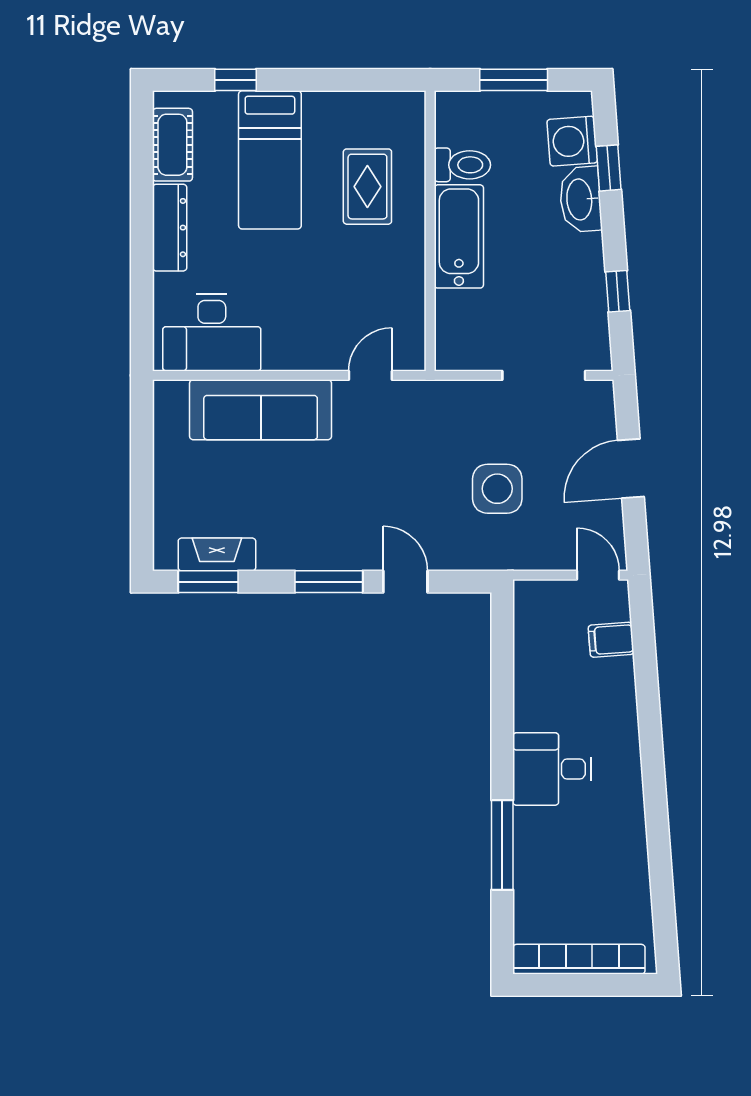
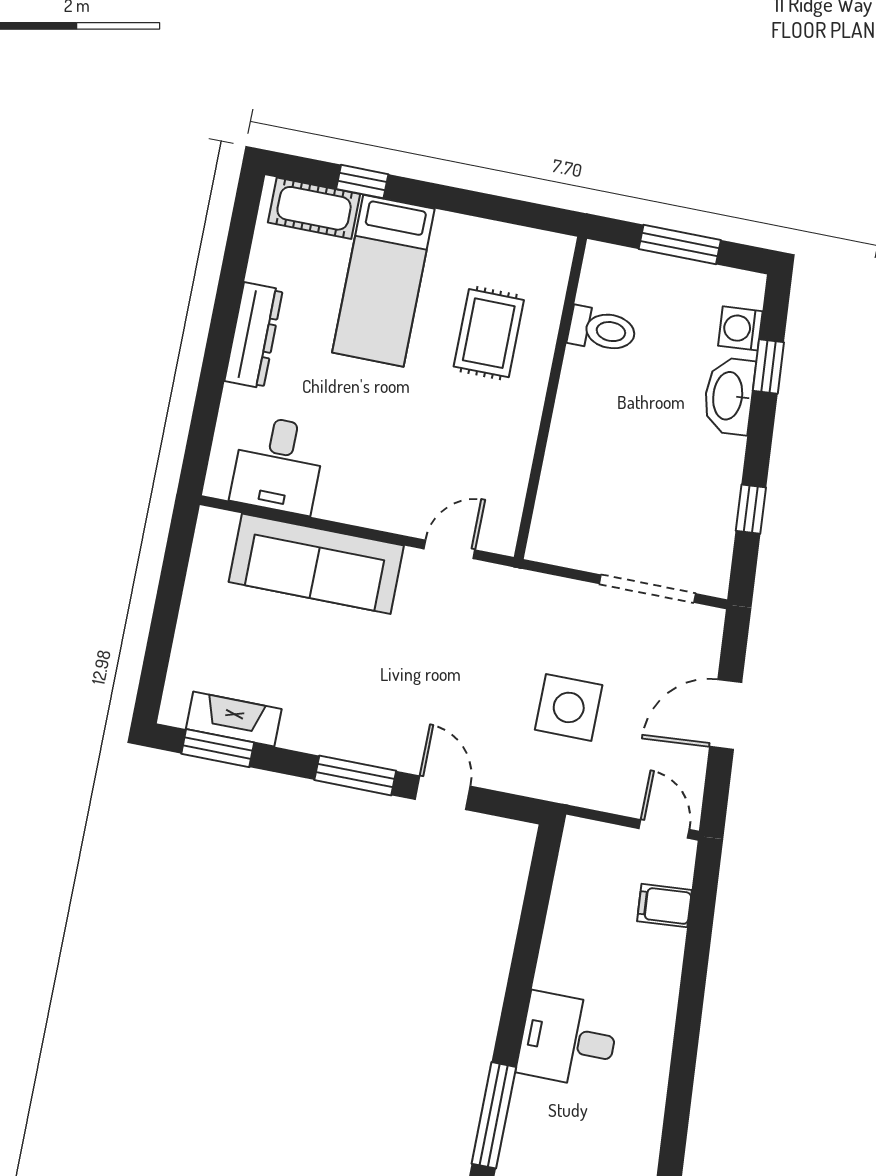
washing machine: (572, 141) -> (740, 328), width x0.73, depth x0.73
cot: (172, 145) -> (314, 208), moved, turned 90
bathtub: (459, 236) -> (582, 411), removed
desk: (212, 333) -> (278, 465), width x0.73

